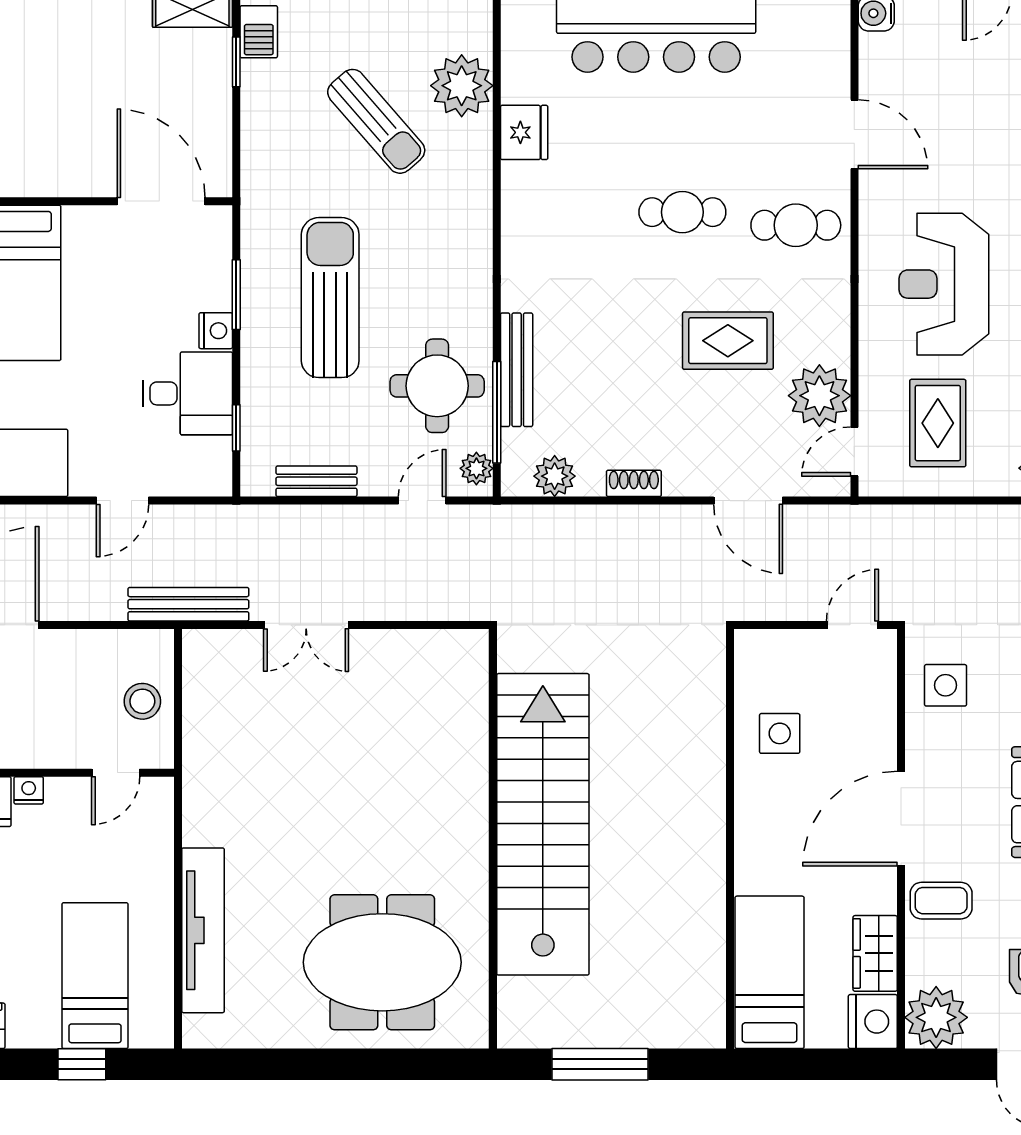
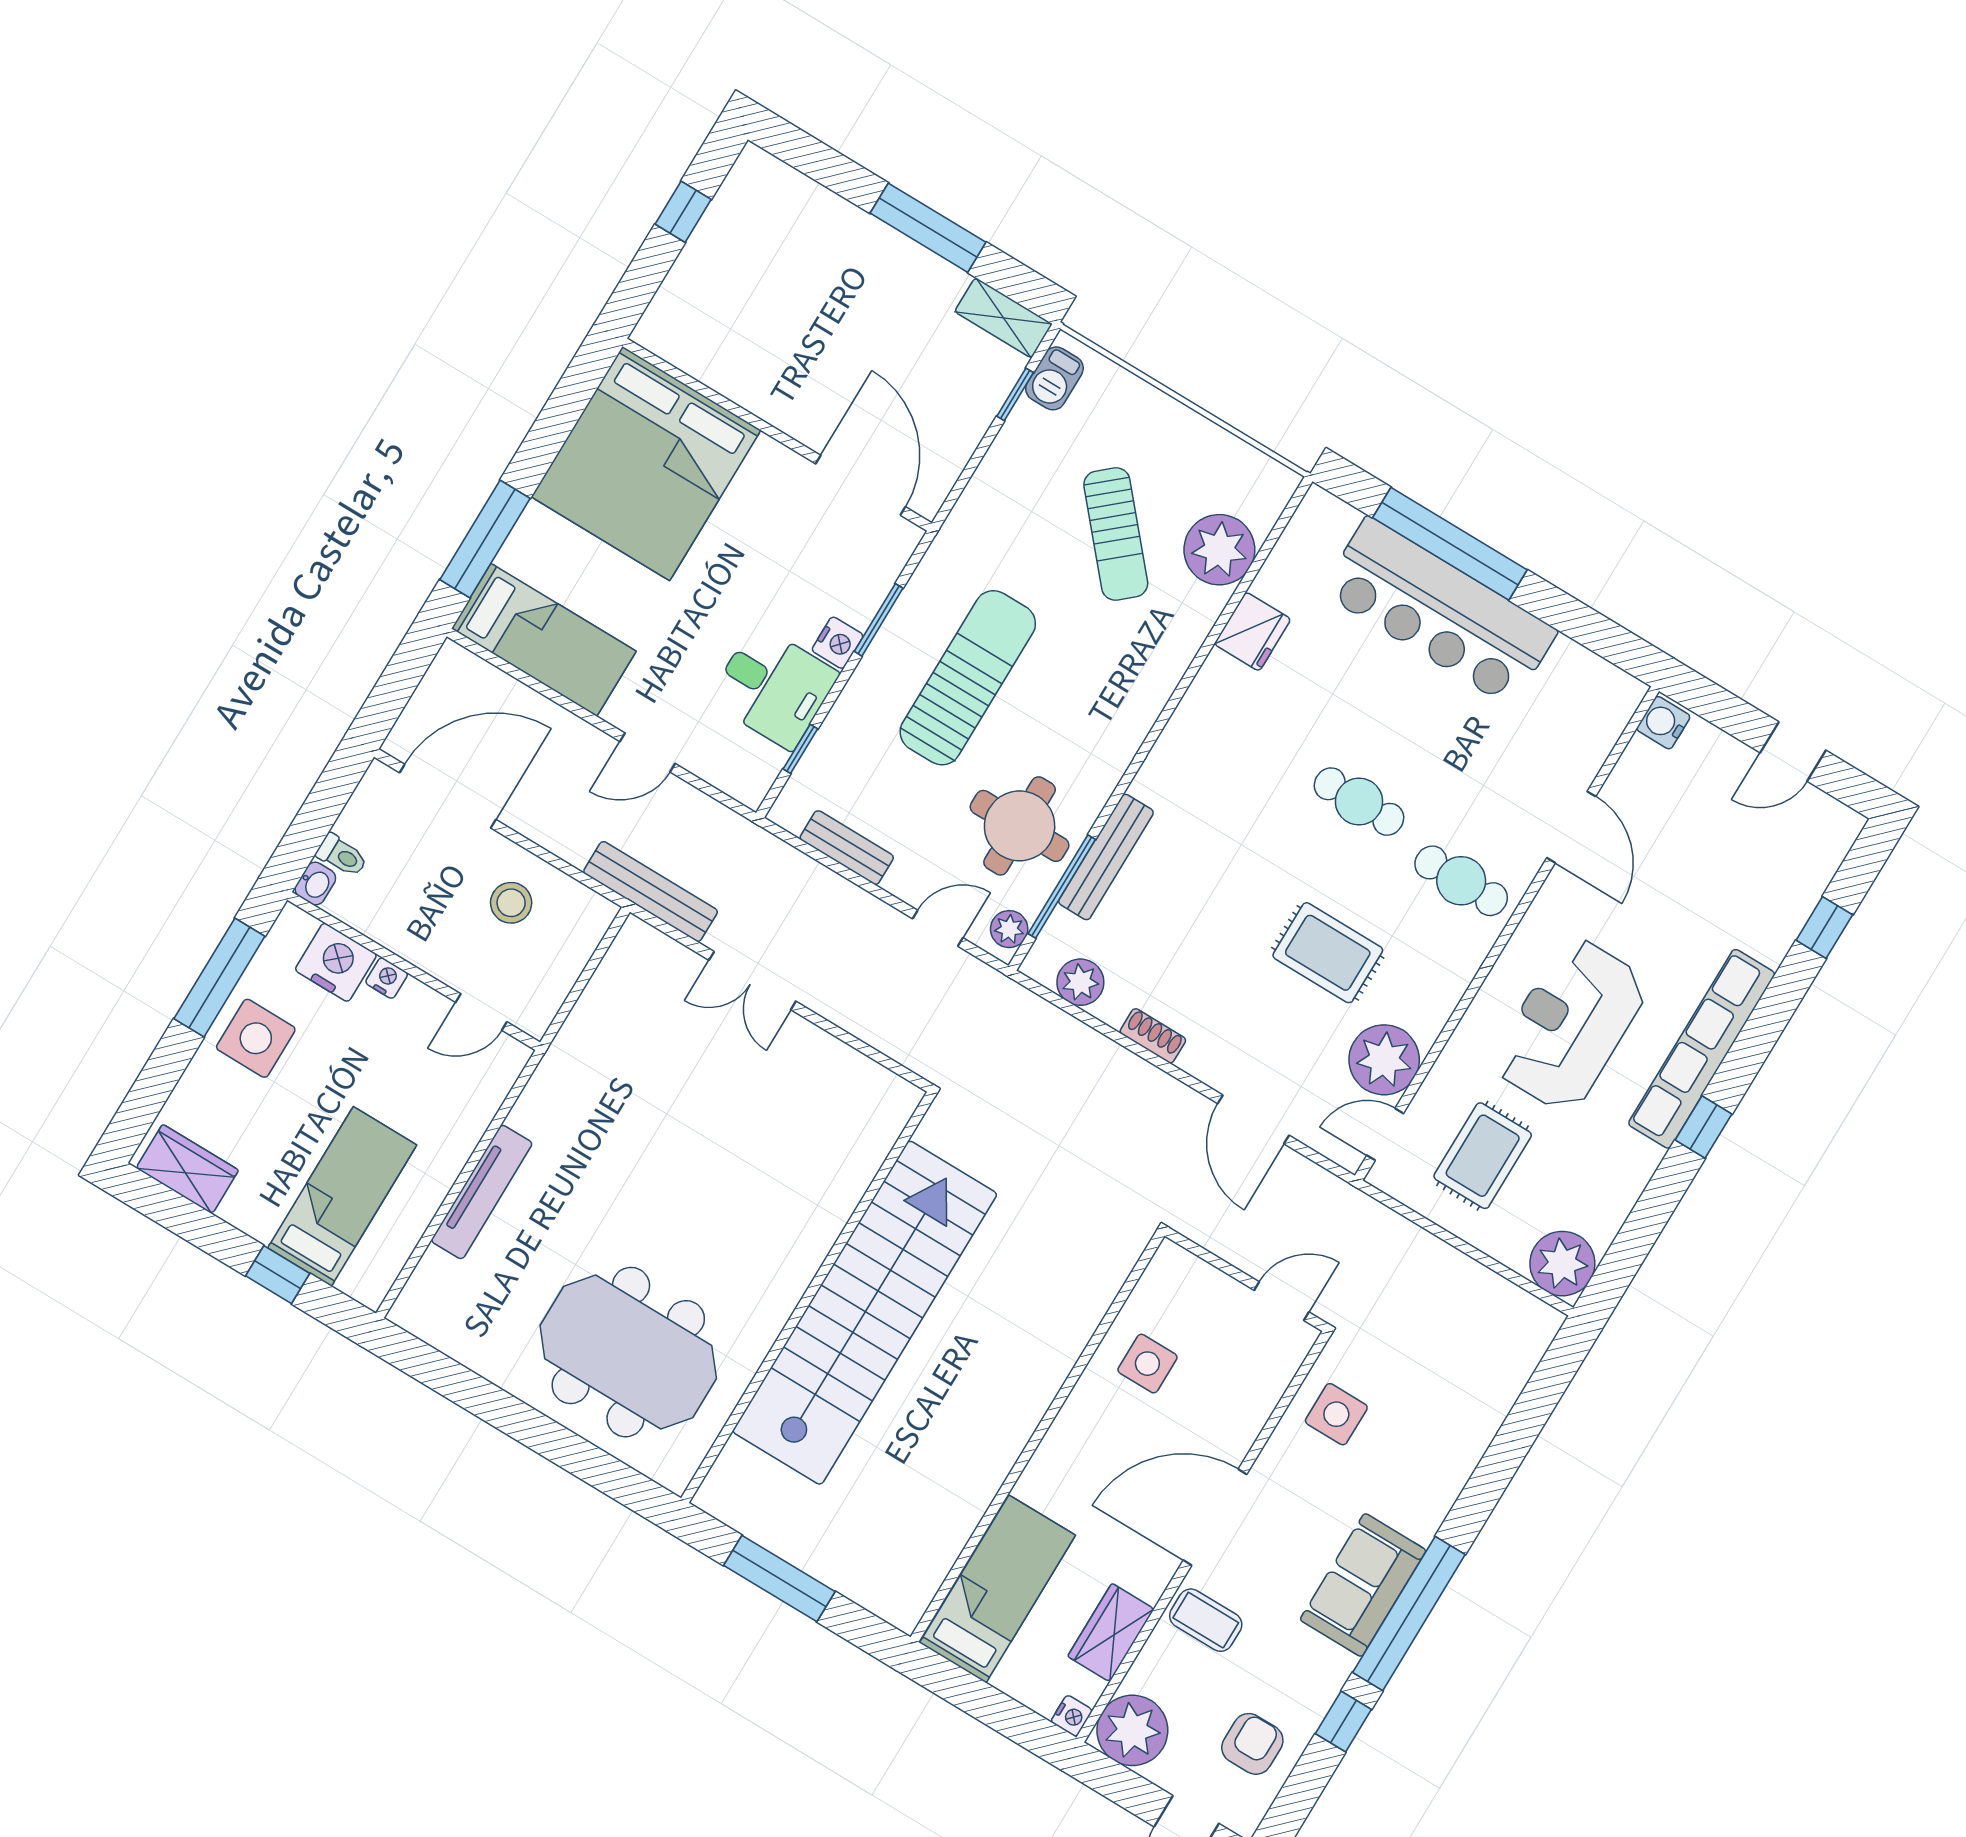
stool: (142, 701) -> (511, 903), moved
tv unit: (203, 930) -> (482, 1192), width x0.73, depth x0.78
nightstand: (873, 1022) -> (1072, 1716), width x0.53, depth x0.56

